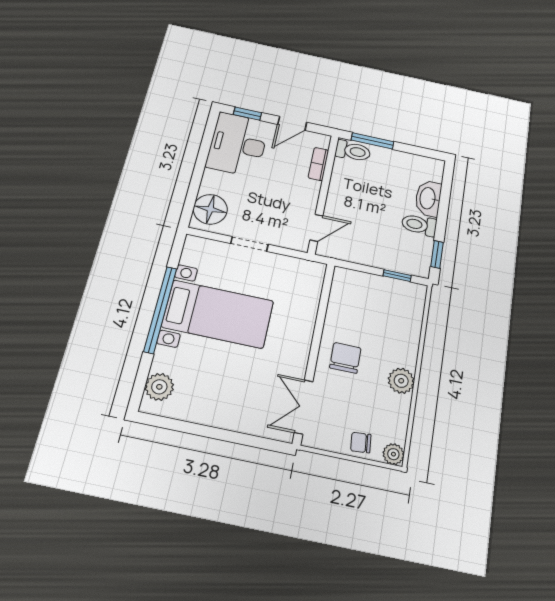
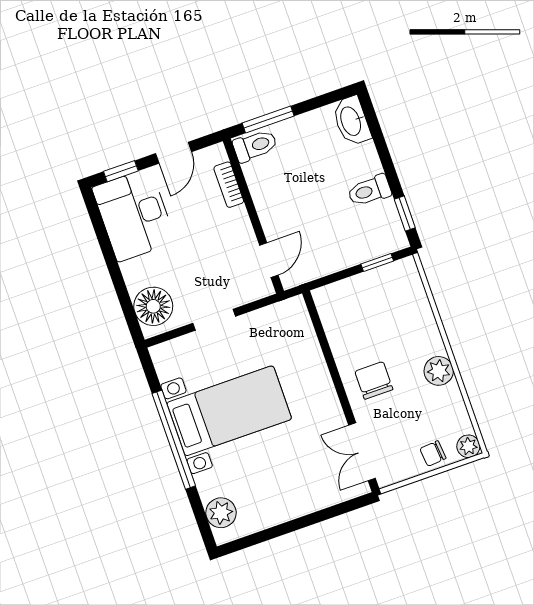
washbasin: (428, 198) -> (351, 121), moved

